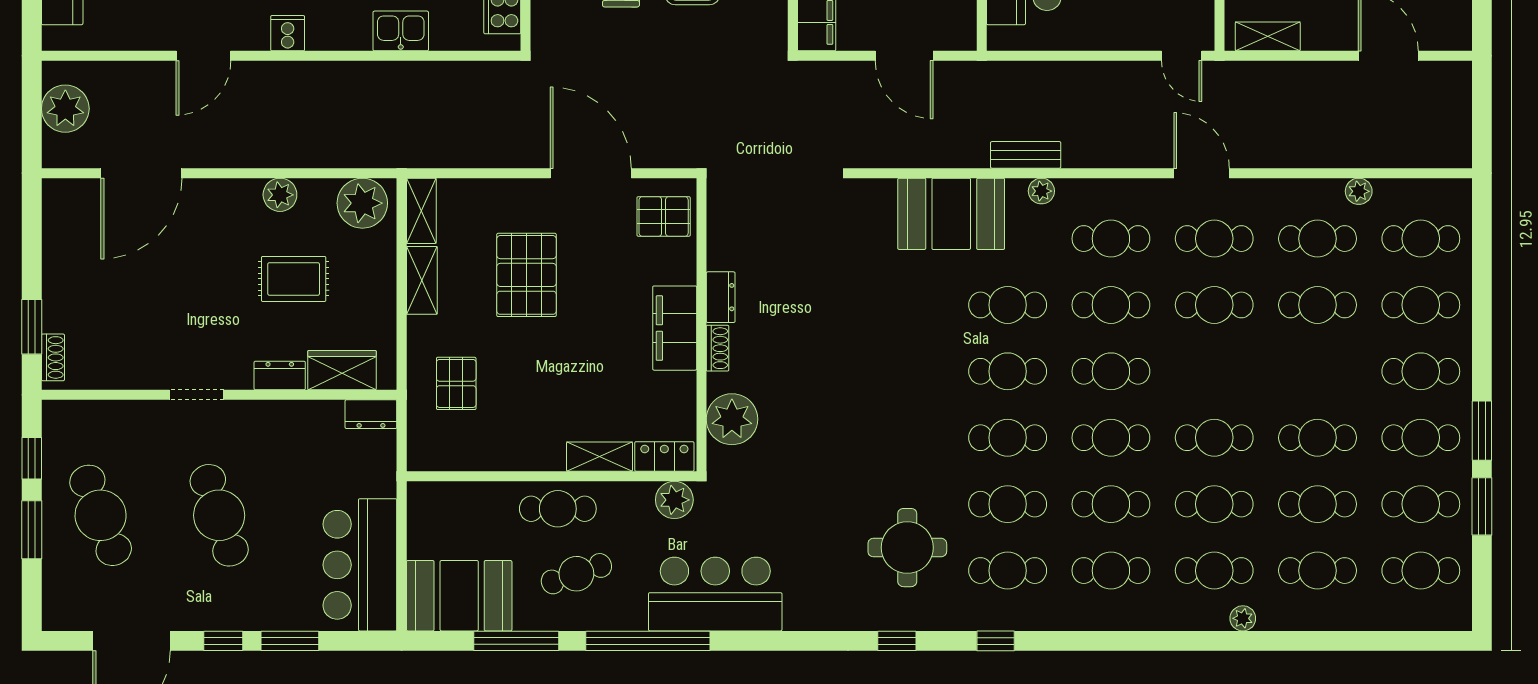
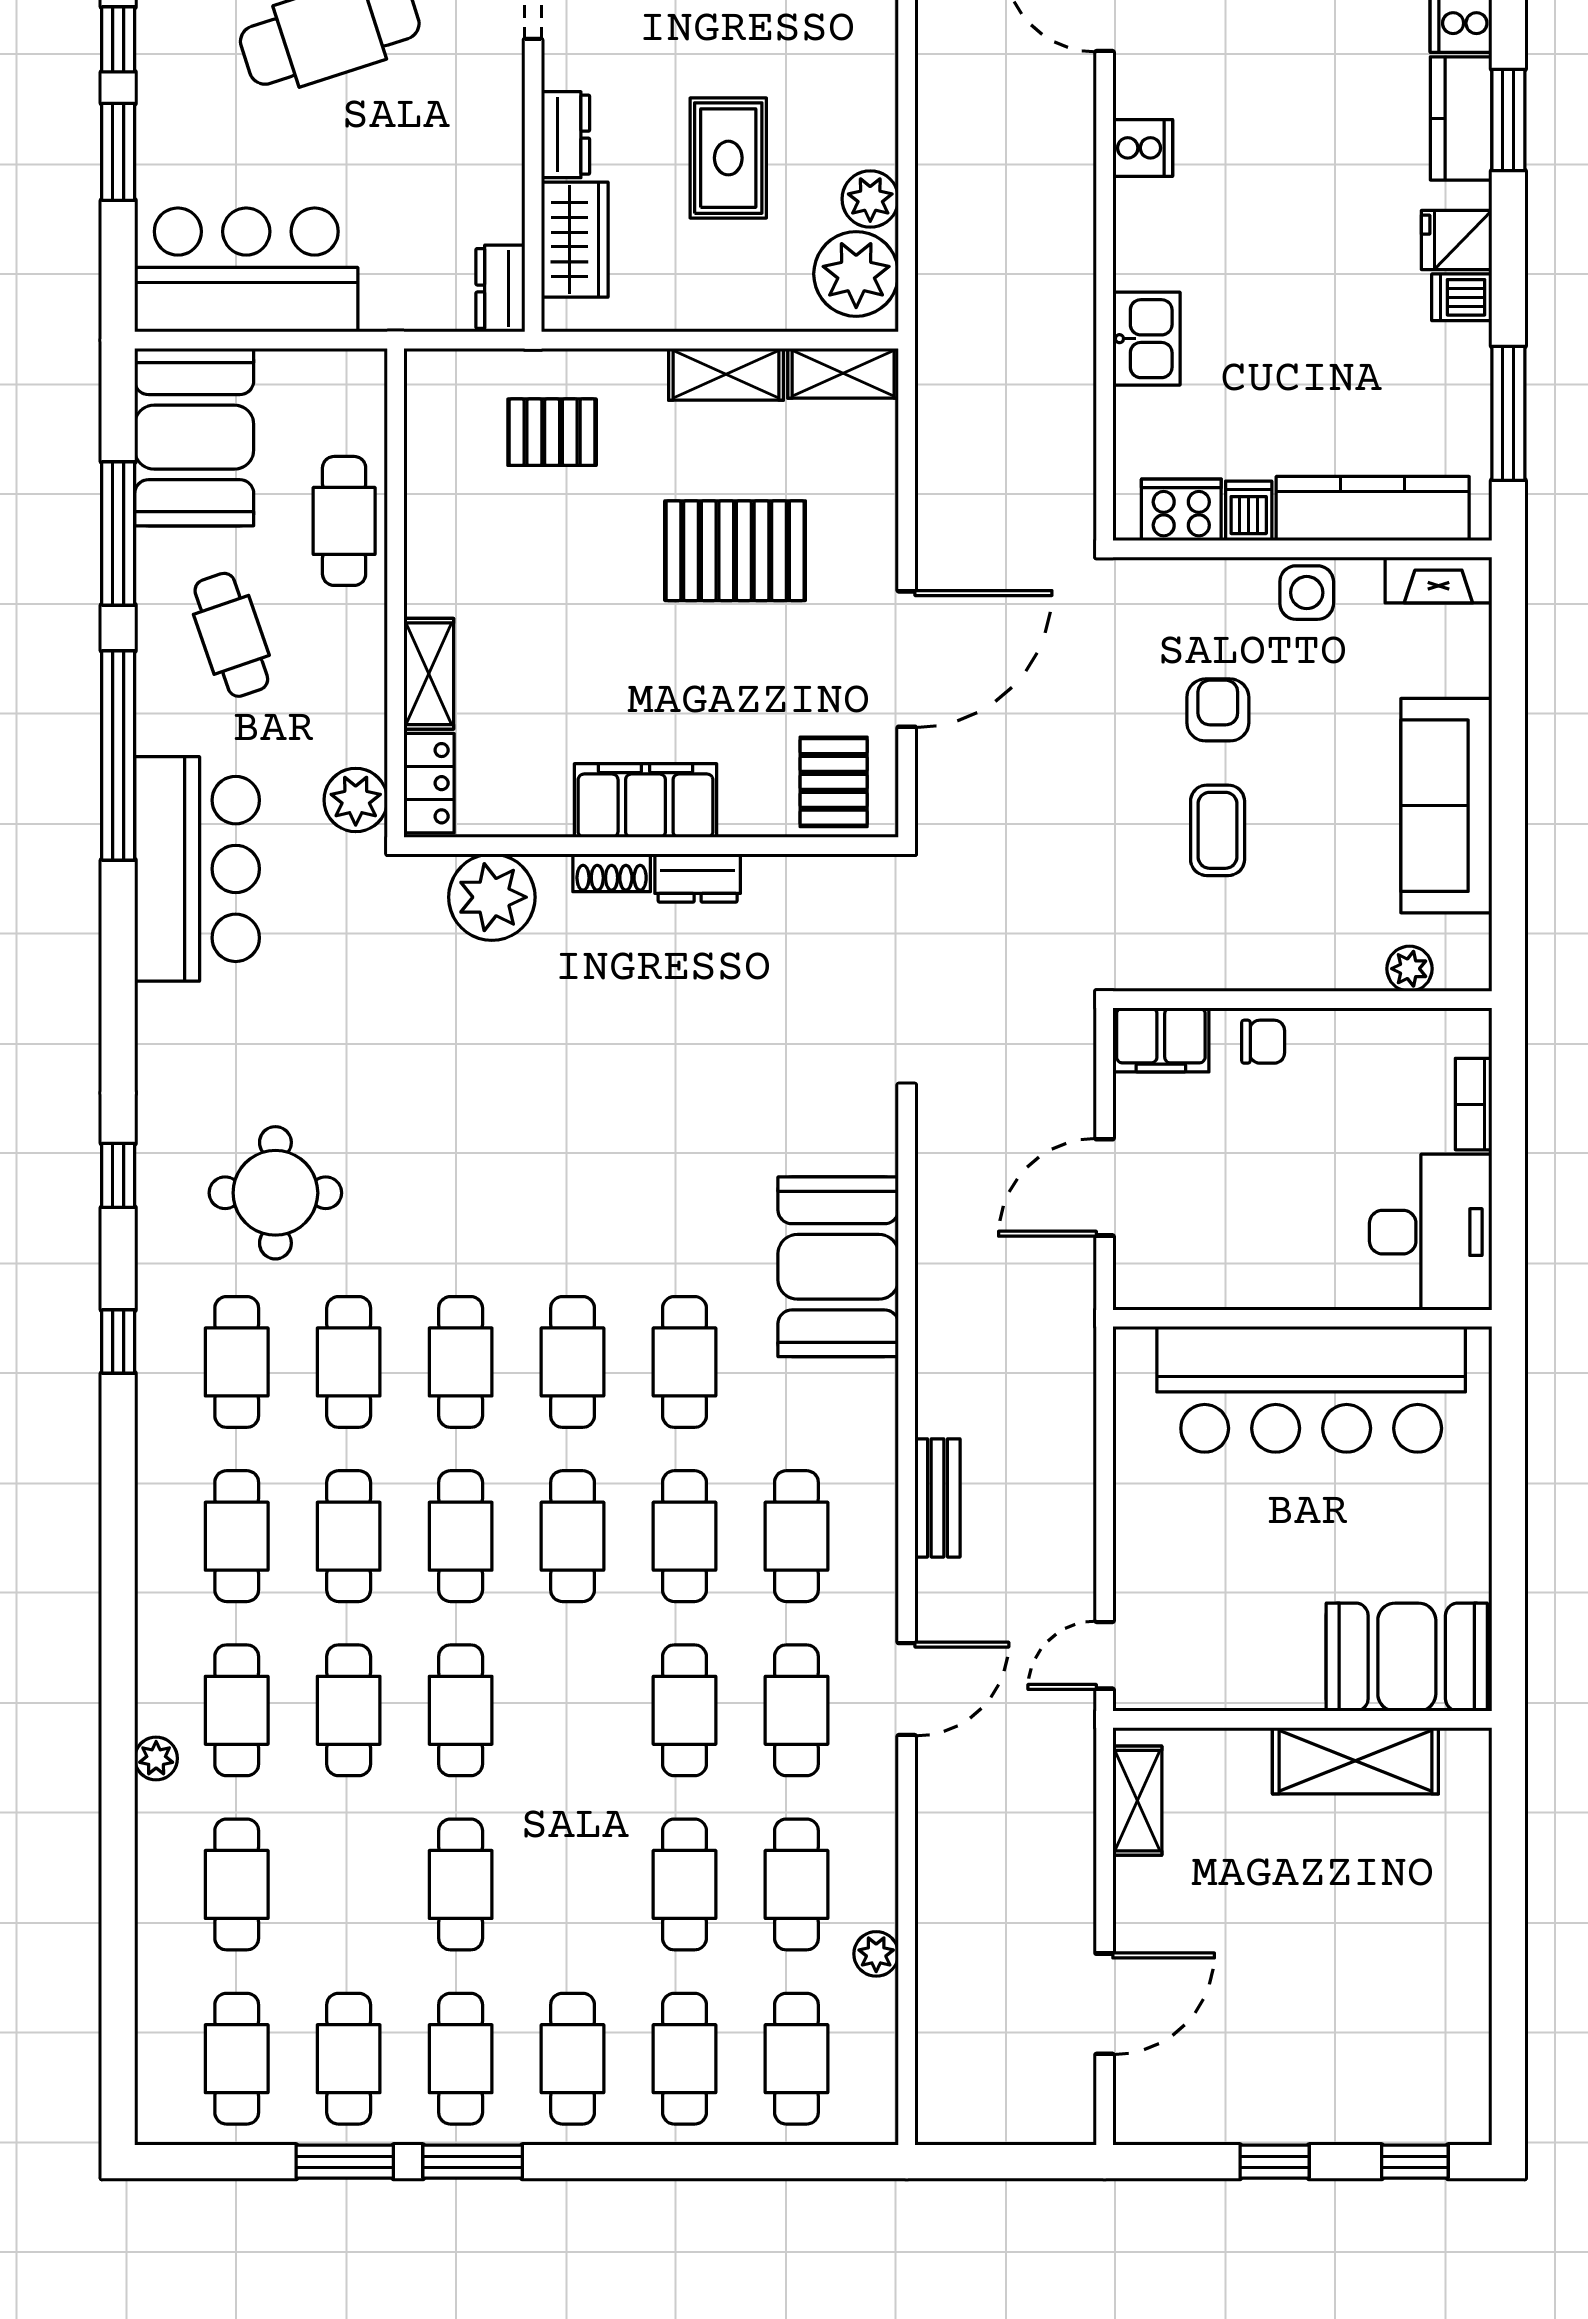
bench: (1026, 155) -> (938, 1498), moved
plant: (1041, 191) -> (877, 1419), removed
plant: (280, 195) -> (870, 199), moved
cafe table: (1318, 504) -> (349, 1884), removed
cafe table: (558, 509) -> (344, 521), moved

